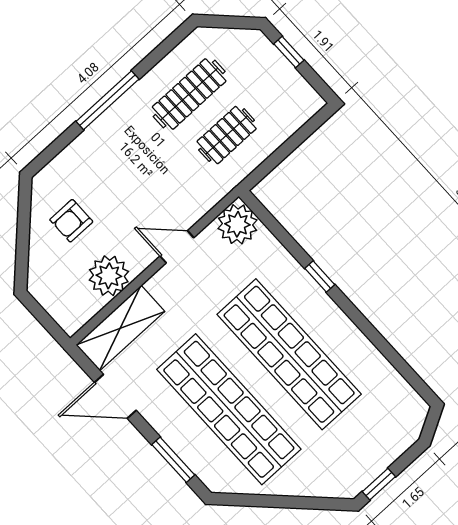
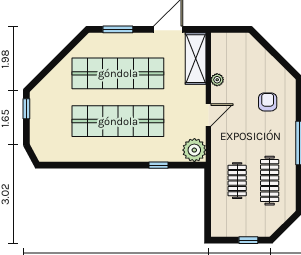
armchair: (71, 221) -> (268, 102), moved
plant: (109, 276) -> (217, 80), width x0.53, depth x0.53
window: (320, 277) -> (159, 165), moved

